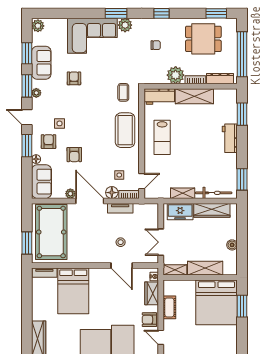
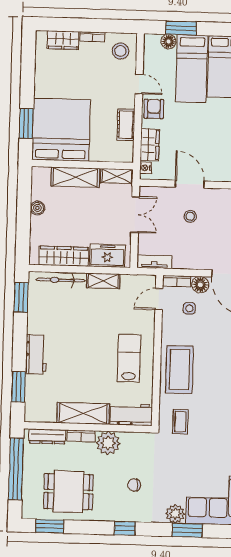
tv unit: (120, 208) -> (154, 262), moved
armchair: (149, 320) -> (154, 109), turned -90

